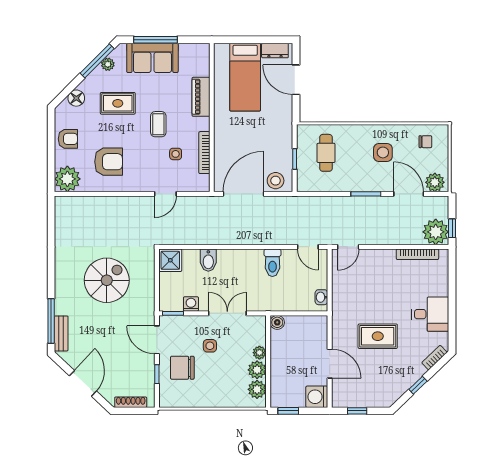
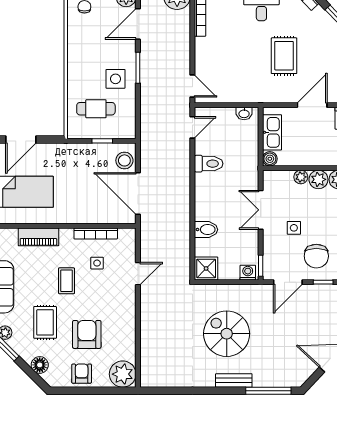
coffee table: (158, 124) -> (67, 281), turned 90
side table: (383, 152) -> (115, 79), moved
armchair: (109, 162) -> (87, 334), moved
door: (165, 194) -> (138, 274), hinge flipped
washing machine: (191, 304) -> (248, 273), moved, turned 90
kitchen sink: (303, 324) -> (272, 132), added
bench: (61, 333) -> (234, 380), moved

